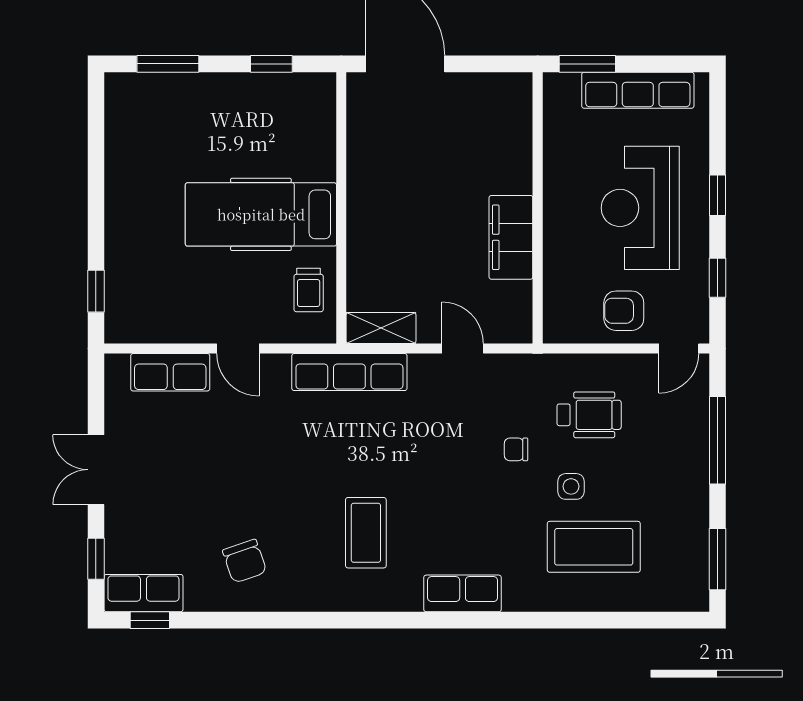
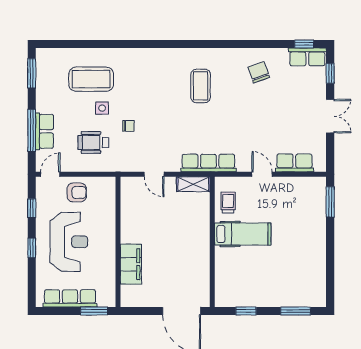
hospital bed: (261, 214) -> (243, 234), width x0.73, depth x0.78
filing cabinet: (511, 237) -> (131, 264), moved
window: (96, 291) -> (330, 202), width x1.50
row of seats: (463, 593) -> (44, 131), moved, turned -90

